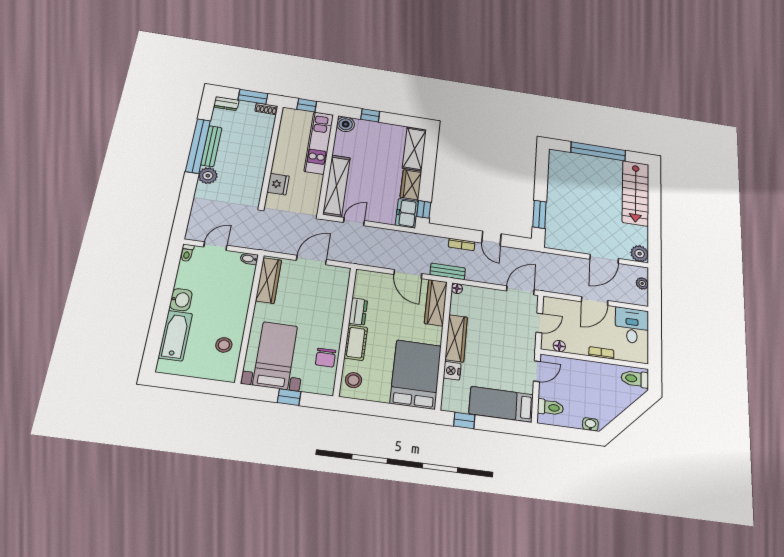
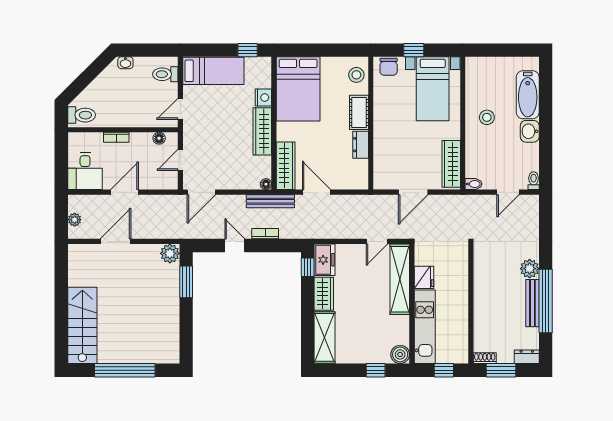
fridge: (278, 184) -> (424, 277), moved, turned 180
plant: (640, 254) -> (170, 253), moved
bench: (448, 271) -> (270, 201), width x1.36
stool: (224, 345) -> (487, 117), moved
chair: (326, 358) -> (389, 67), moved, turned 180

